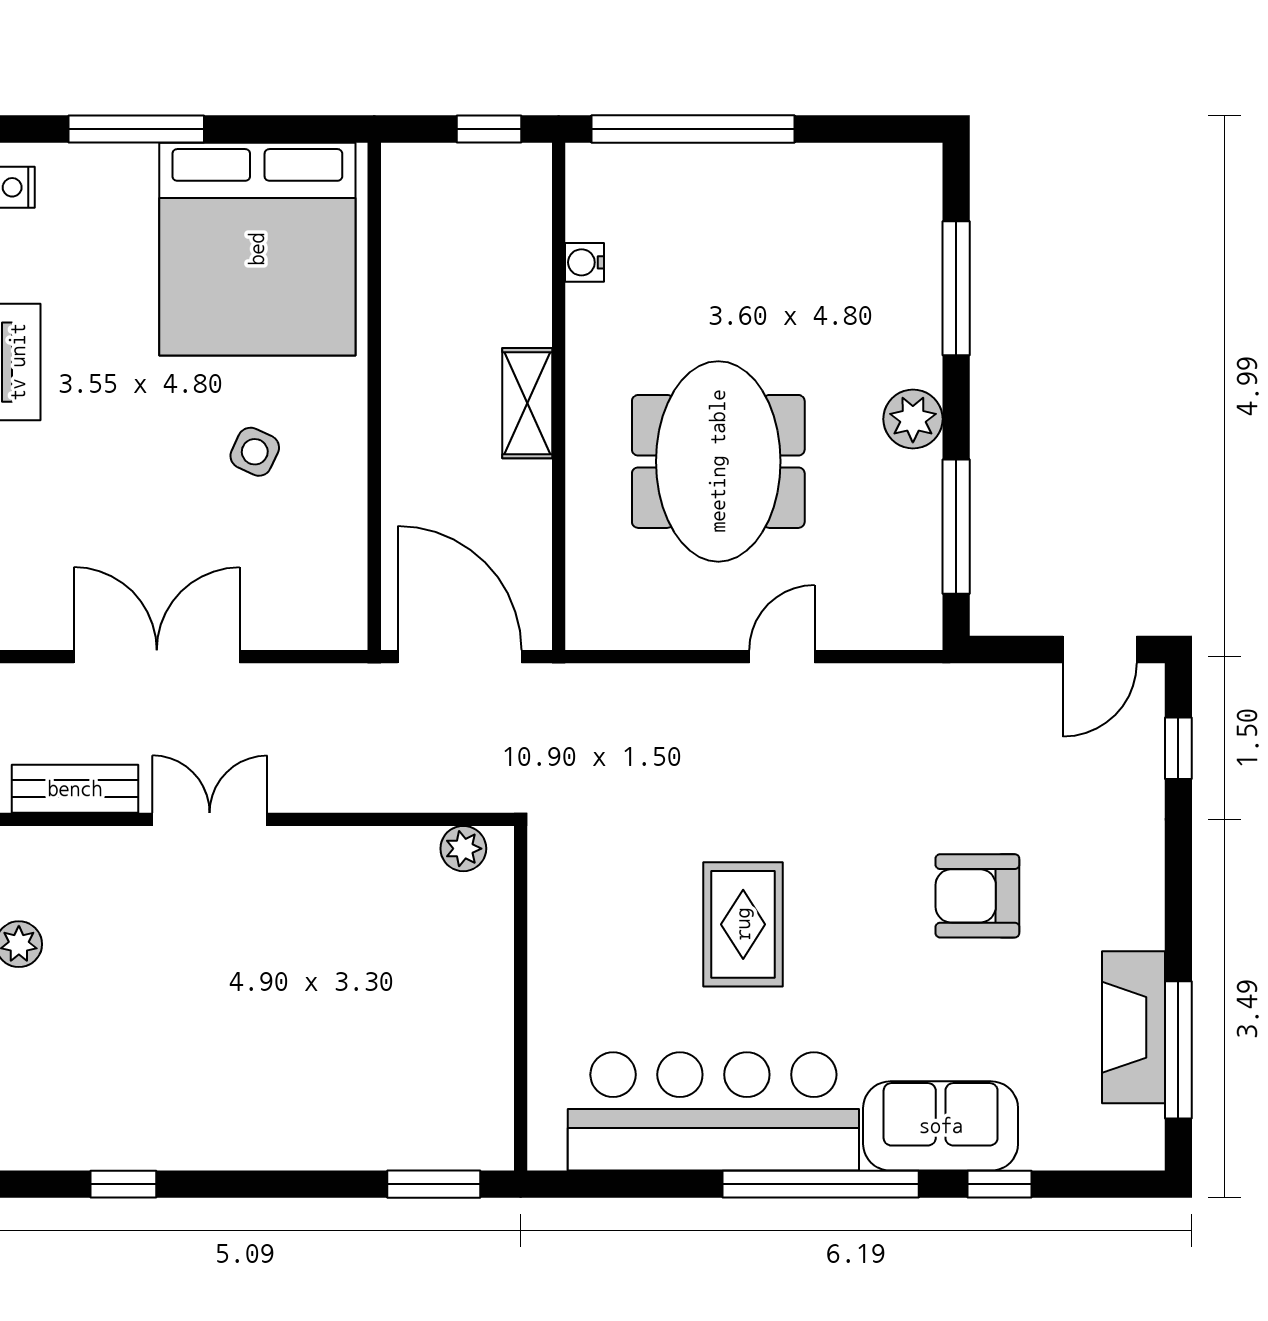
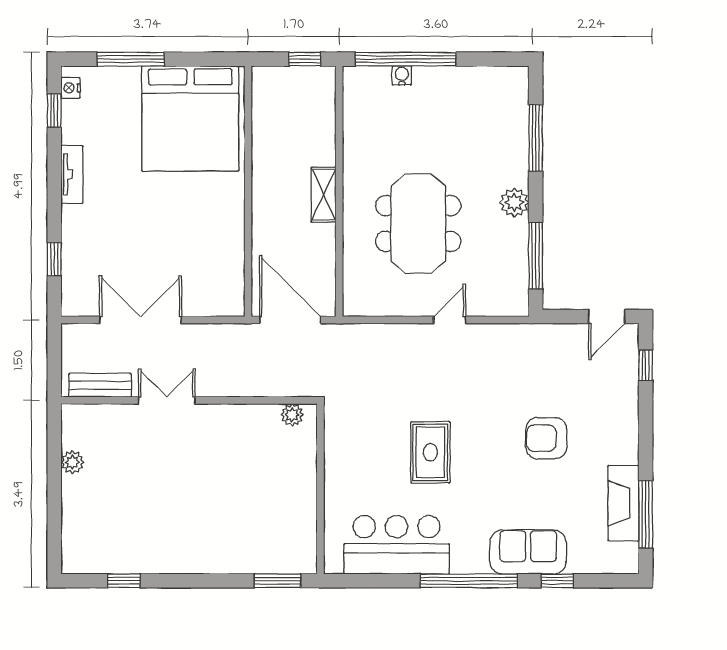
water cooler: (585, 262) -> (402, 75), moved, turned 90
side table: (255, 452) -> (189, 219), removed
bar counter: (713, 1111) -> (397, 545), width x0.73

